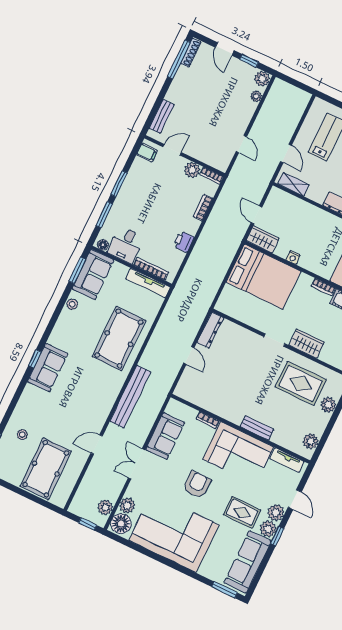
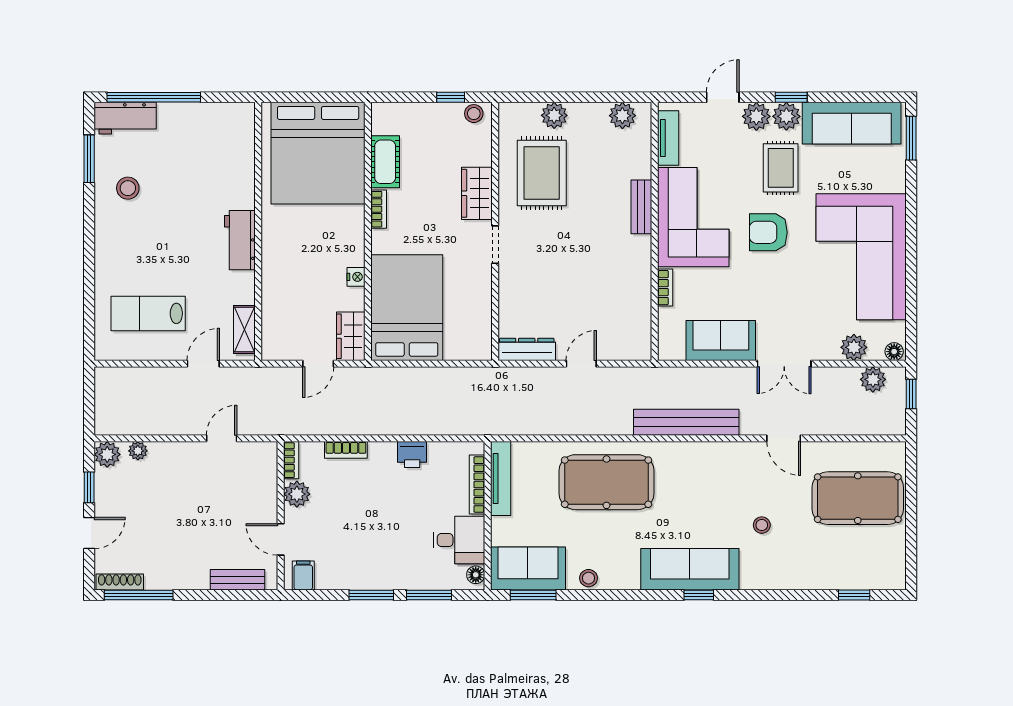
sofa: (48, 368) -> (690, 569), width x1.36
stool: (22, 435) -> (762, 525), moved
armchair: (197, 485) -> (768, 232), moved
floor lamp: (121, 524) -> (894, 352), width x0.53, depth x0.53

